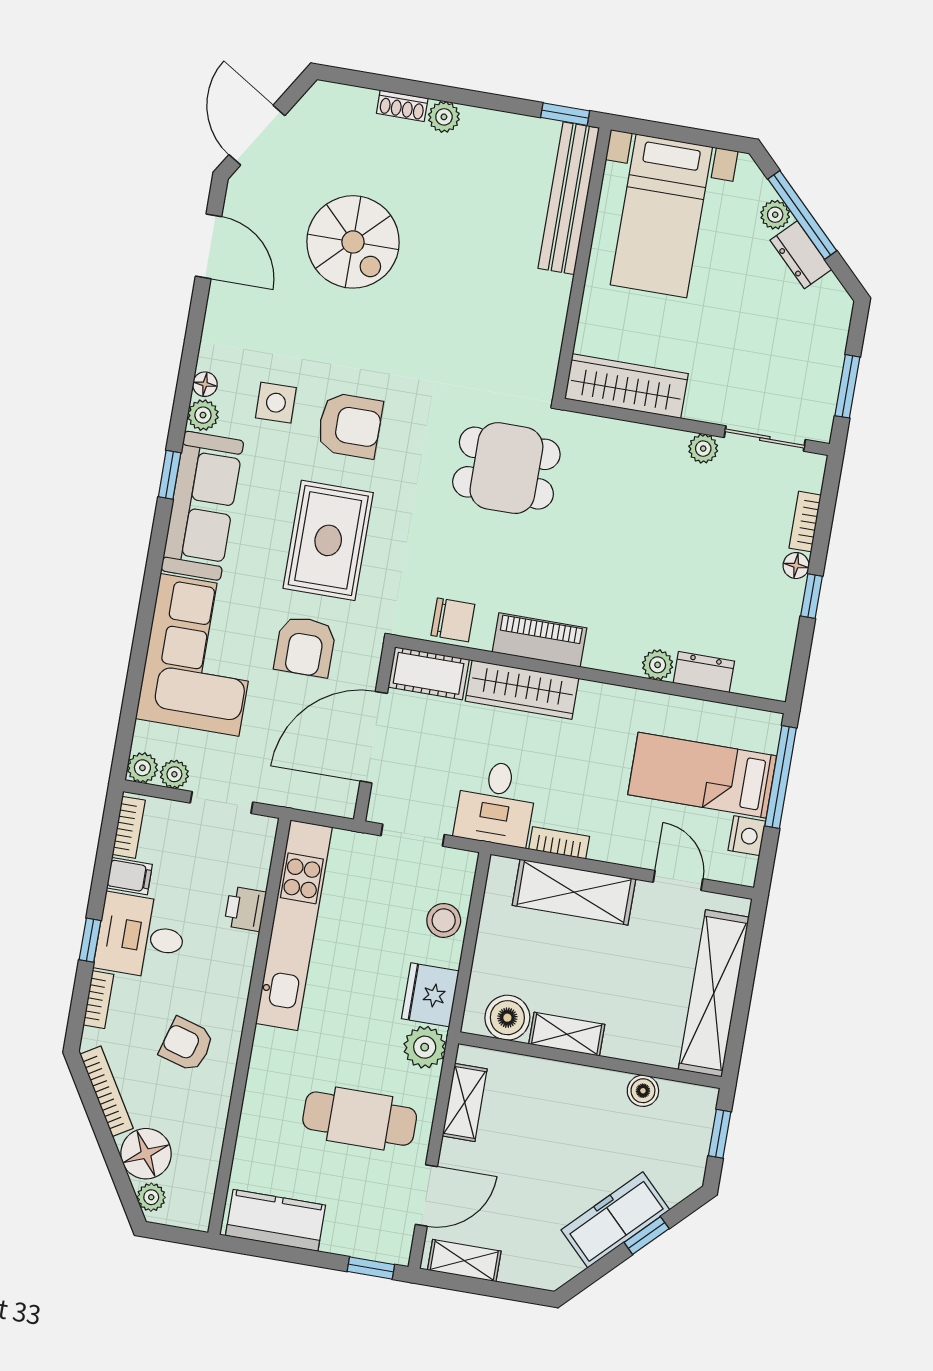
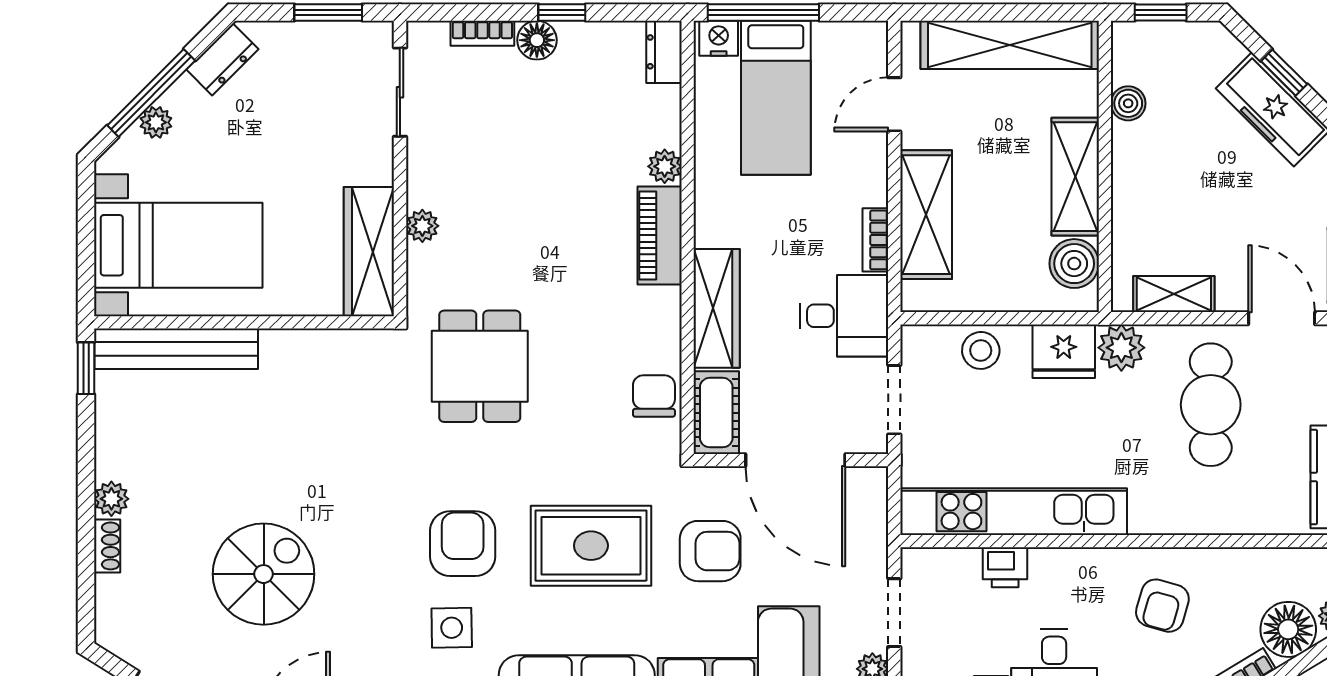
dresser: (801, 255) -> (222, 59), moved
plant: (703, 449) -> (422, 226), moved
floor lamp: (796, 566) -> (537, 40), width x1.37, depth x1.37
piano: (540, 640) -> (660, 235), moved
dresser: (704, 672) -> (664, 52), moved
nightstand: (747, 836) -> (719, 38), moved
shelving: (567, 1034) -> (1075, 177), width x1.50, depth x1.33

